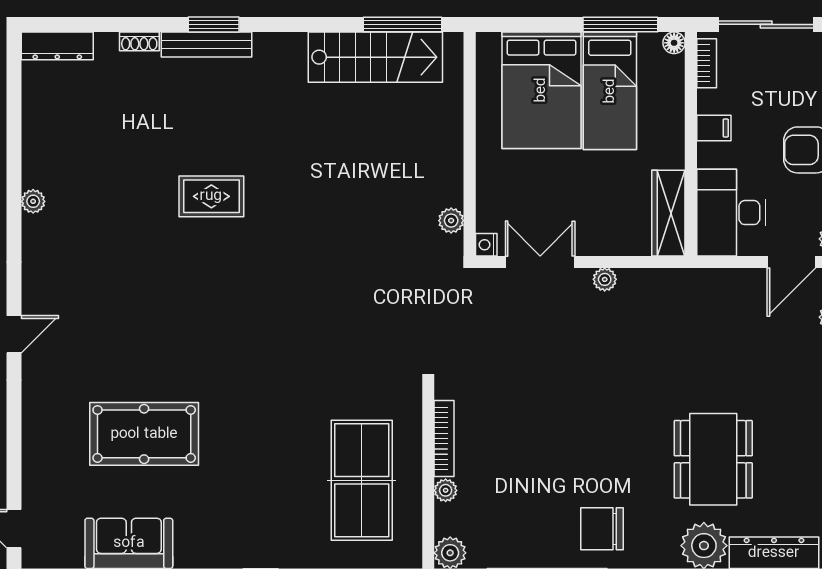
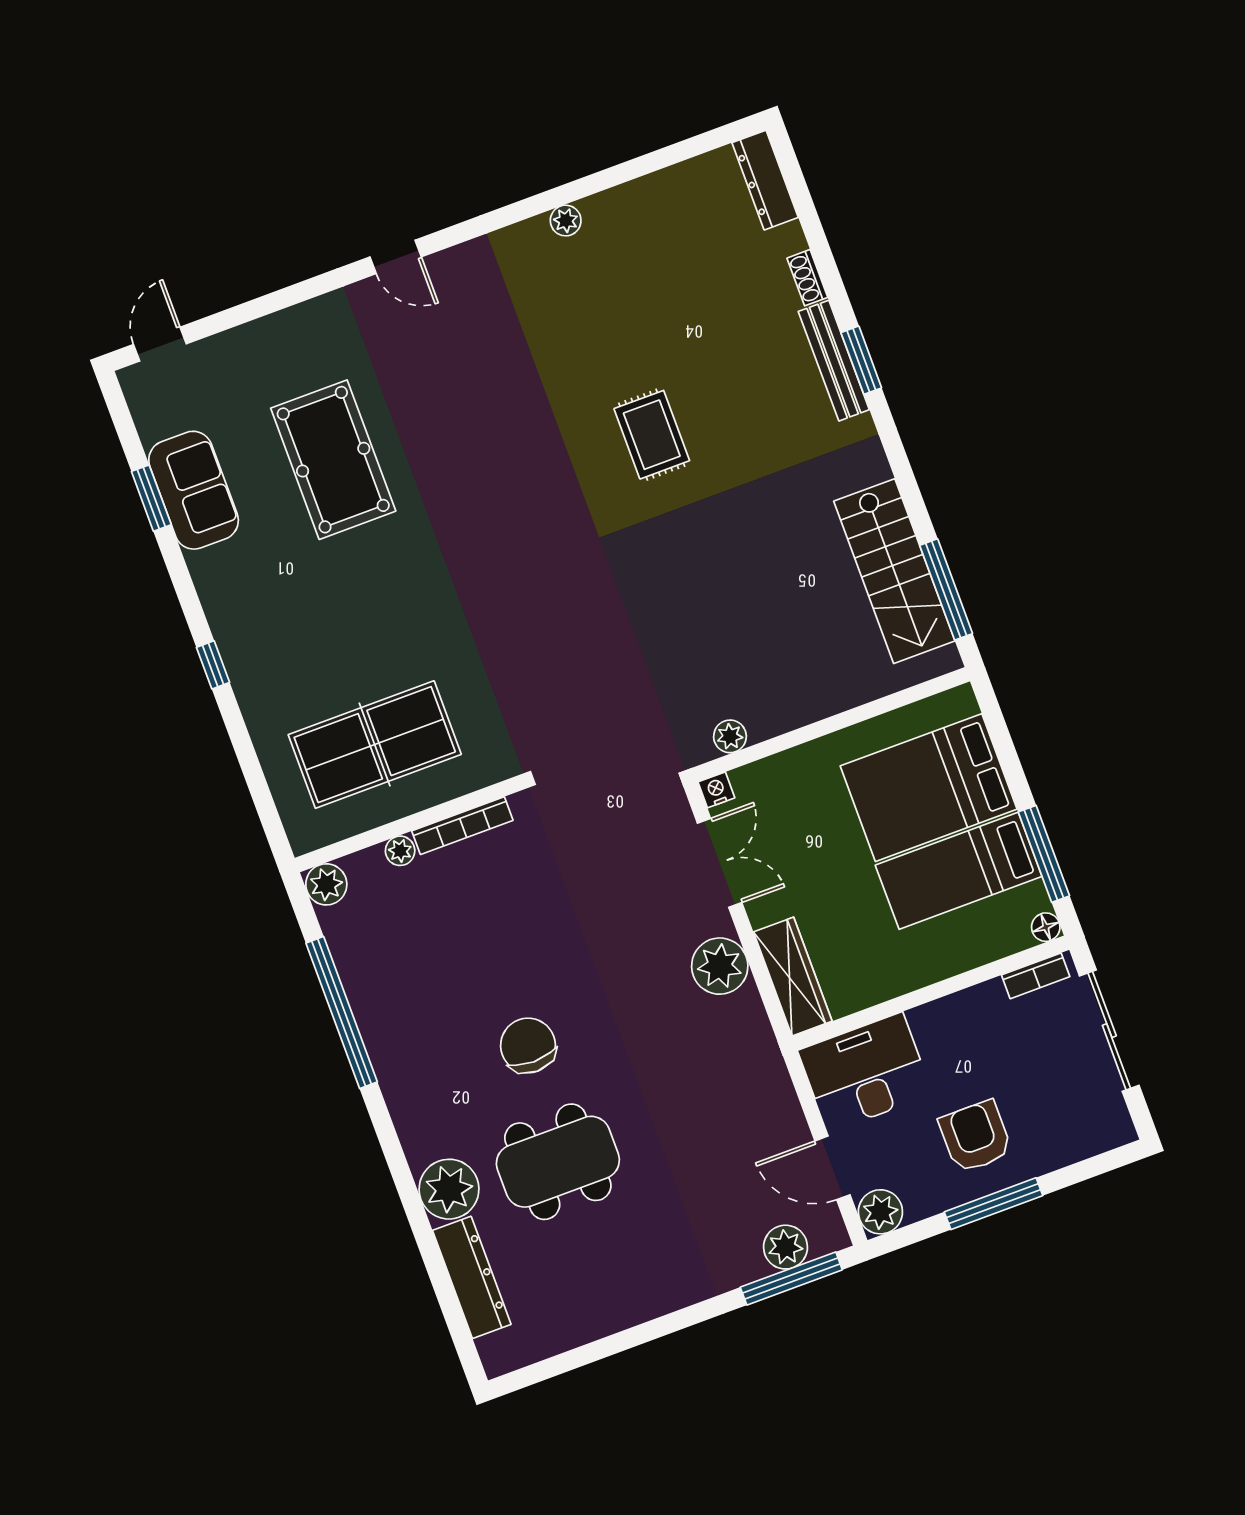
filing cabinet: (714, 128) -> (960, 1014), removed
wardrobe: (668, 213) -> (793, 977), moved, turned 90
plant: (605, 279) -> (720, 966), width x1.88, depth x1.88
chair: (602, 529) -> (528, 1046), moved

